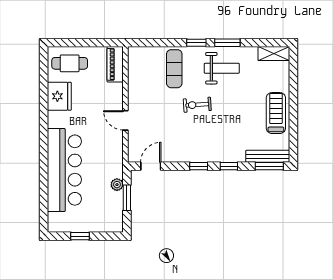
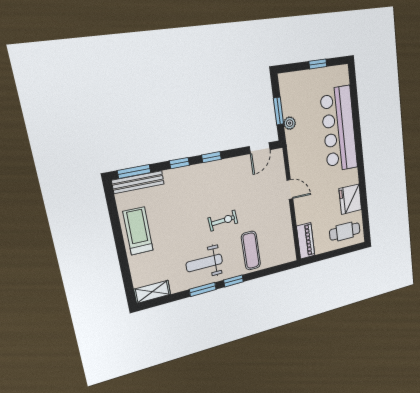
treadmill: (276, 113) -> (138, 231), turned 180

